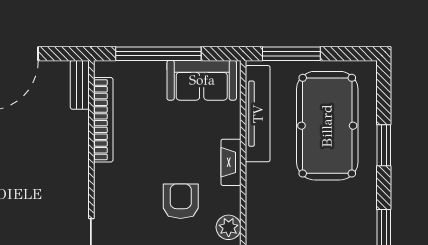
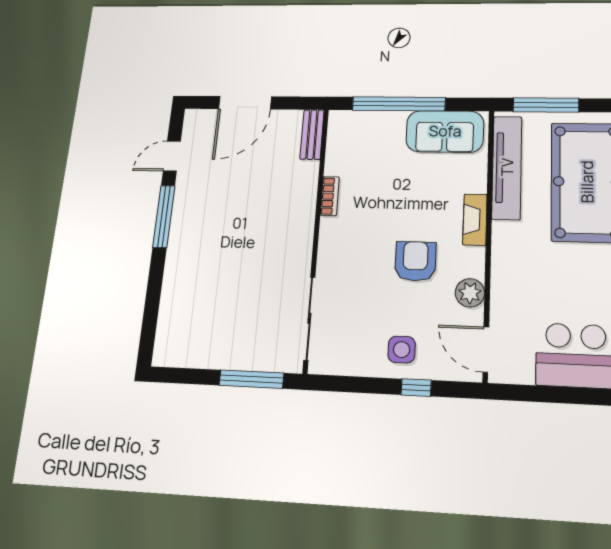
bookcase: (103, 120) -> (330, 196), width x0.43, depth x0.76

